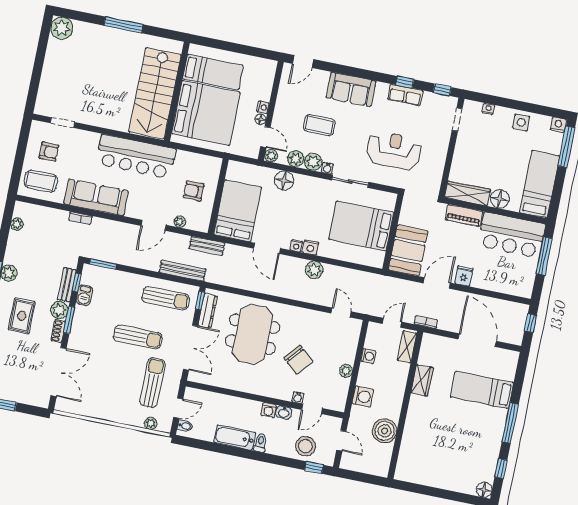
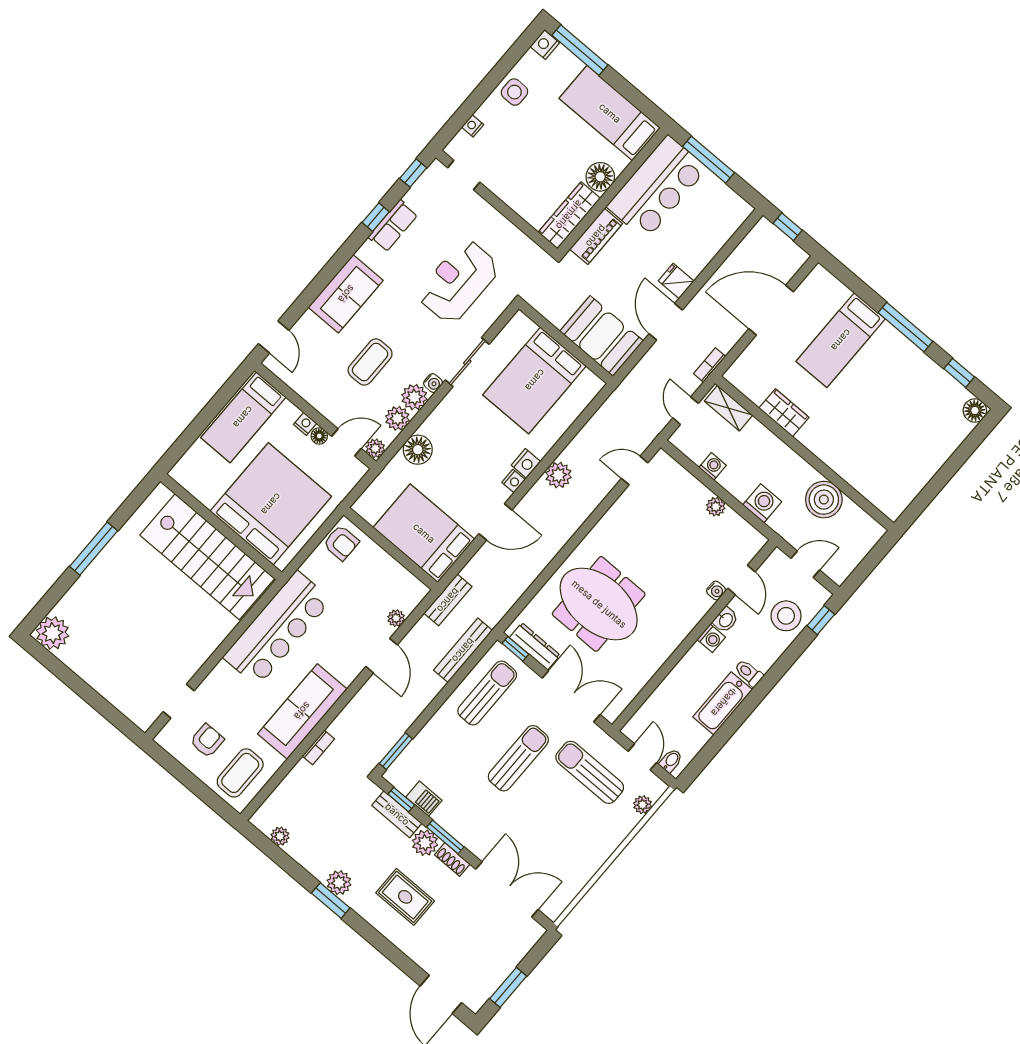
bed: (213, 72) -> (243, 417), moved, turned 180
armchair: (194, 191) -> (341, 543), moved, turned -90
chair: (299, 360) -> (666, 562), removed

